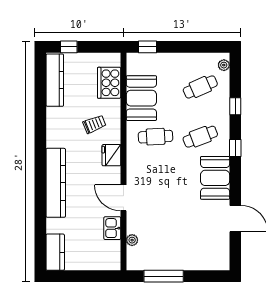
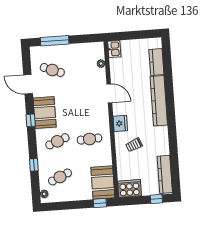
cooker: (109, 83) -> (130, 188), moved, turned -90
booth: (141, 98) -> (103, 183), moved
window: (235, 148) -> (31, 120), moved
kitchen sink: (112, 228) -> (114, 49), moved
cafe table: (200, 236) -> (52, 70), added
kitchen counter: (55, 252) -> (156, 62), moved
window: (164, 276) -> (55, 41), moved

